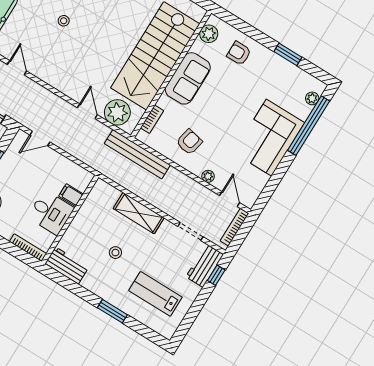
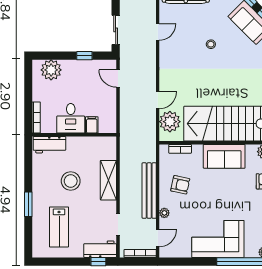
bench: (137, 154) -> (149, 191), moved
stool: (115, 253) -> (71, 181), width x1.89, depth x1.89
workbench: (67, 266) -> (49, 145), moved, turned 90
lab bench: (155, 294) -> (59, 227), turned 180

